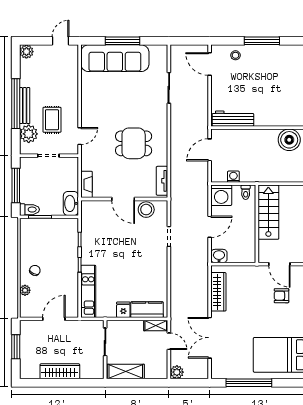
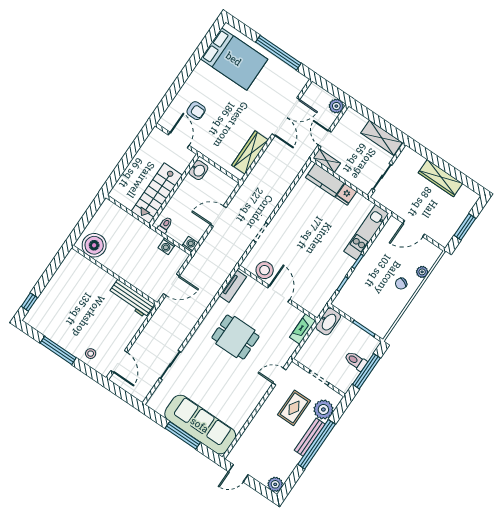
washing machine: (221, 195) -> (190, 244), width x0.53, depth x0.53
toilet: (29, 210) -> (356, 361), moved
washbasin: (219, 256) -> (198, 170), moved, turned -90

